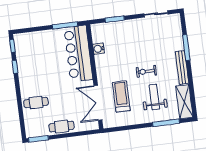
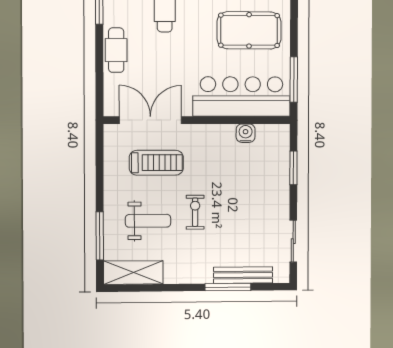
pool table: (41, 54) -> (249, 30), added
bench: (182, 68) -> (243, 275), moved

